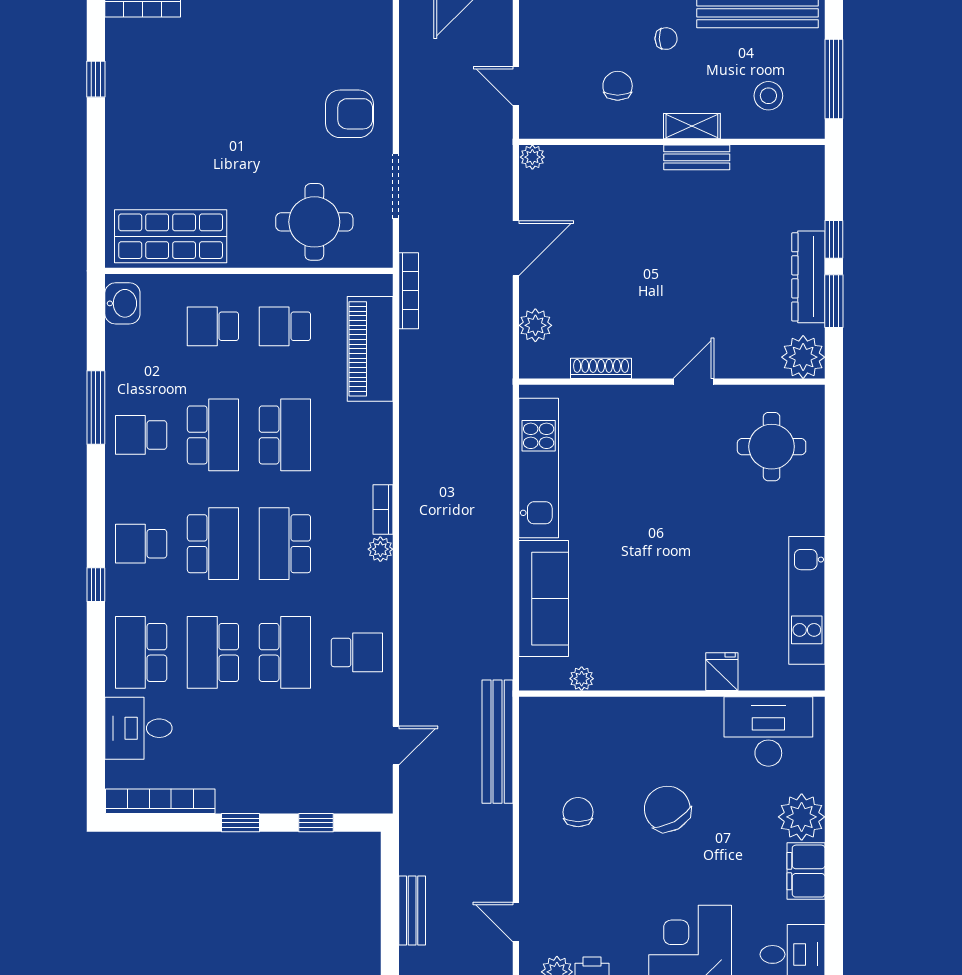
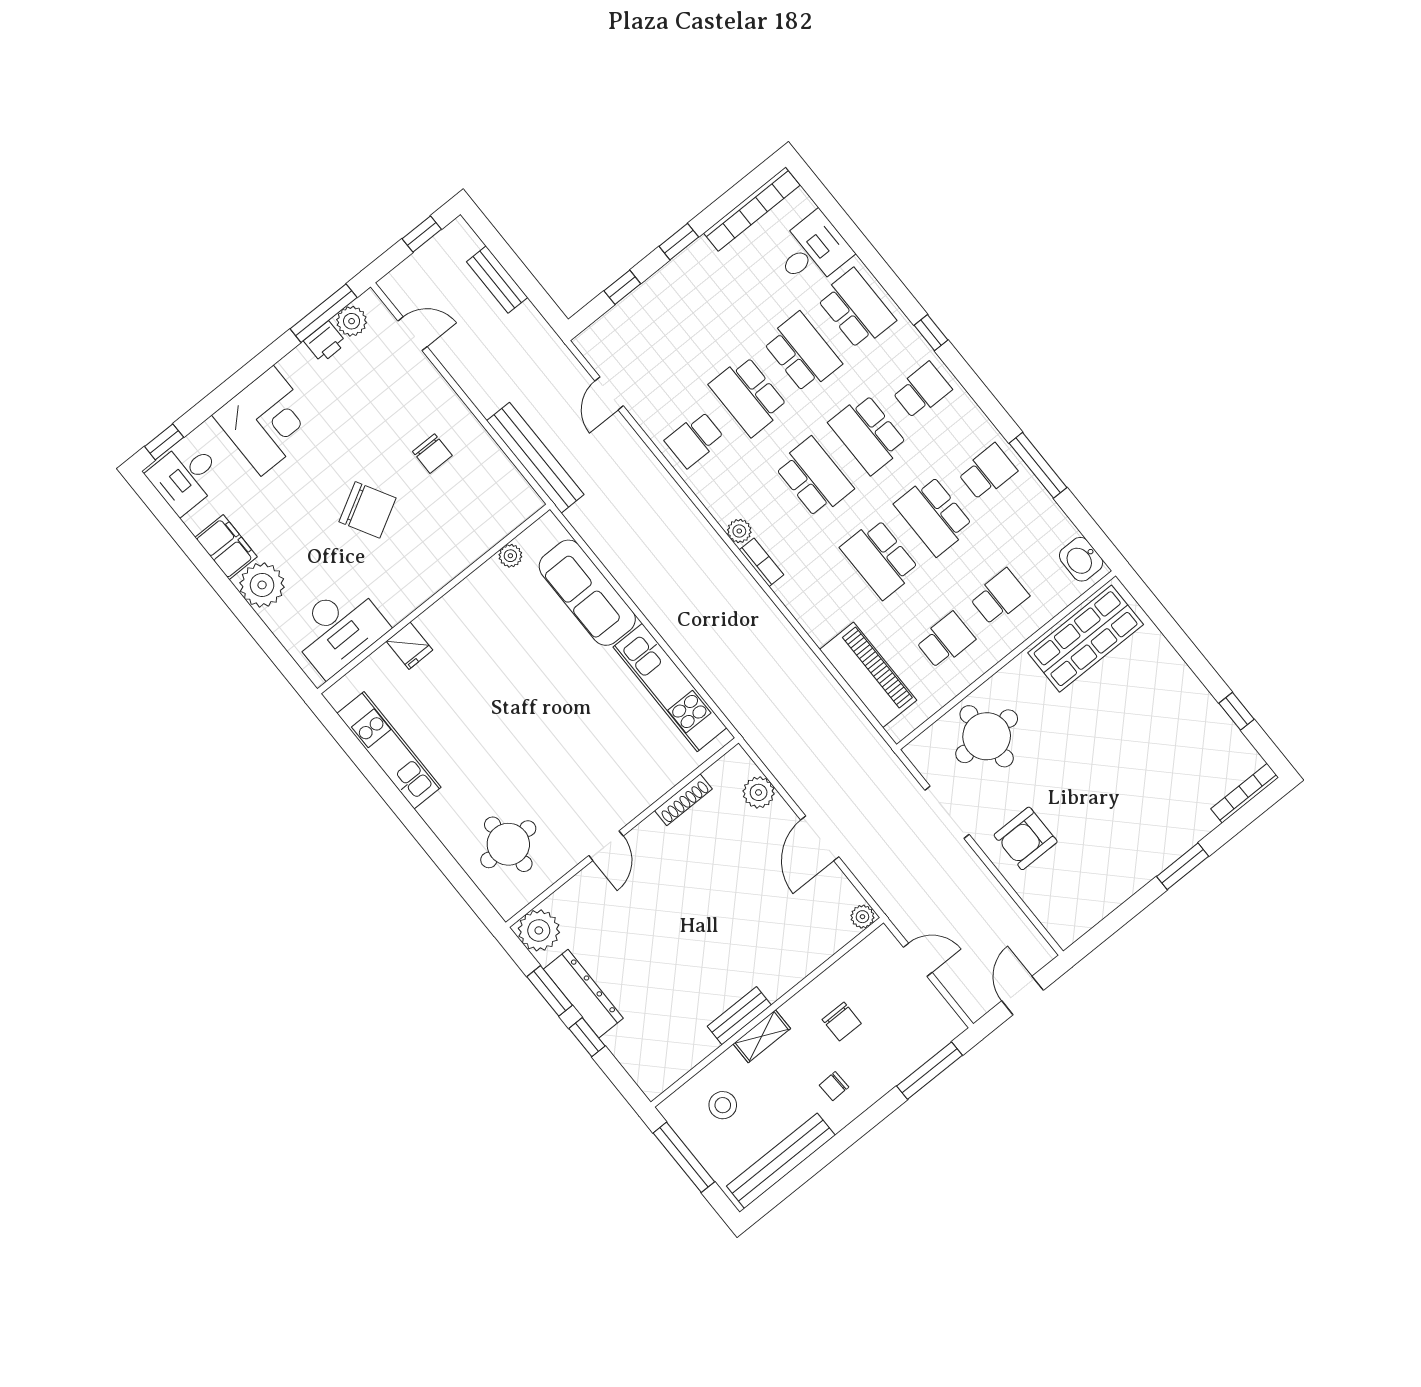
bookcase: (409, 291) -> (874, 742), removed

